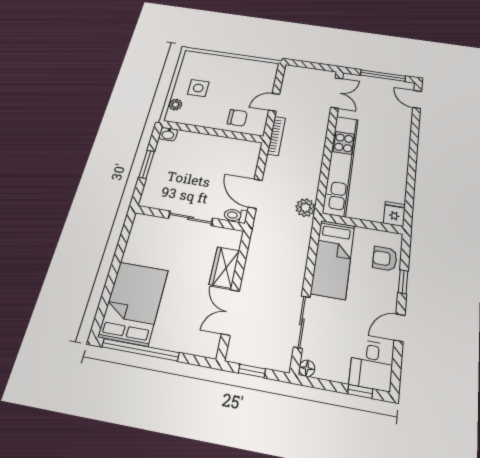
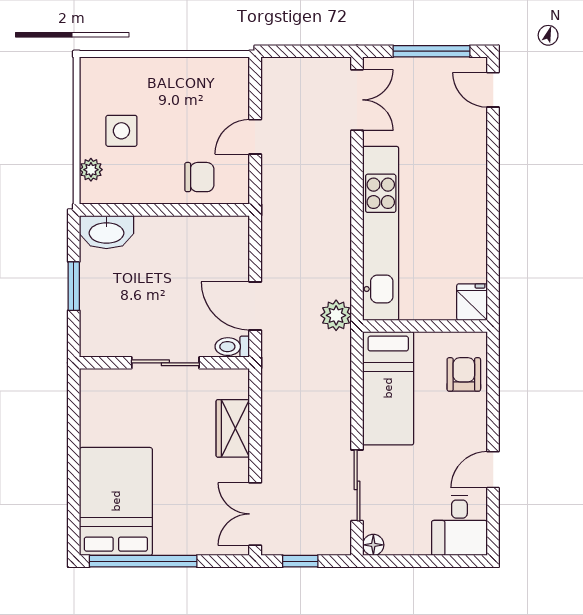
washbasin: (168, 134) -> (106, 232), width x1.91, depth x1.45
bookcase: (276, 136) -> (270, 199), removed
armchair: (385, 259) -> (464, 374), turned 90
window: (403, 282) -> (493, 404), removed
double door: (230, 312) -> (255, 514), moved
window: (360, 391) -> (448, 561), removed

